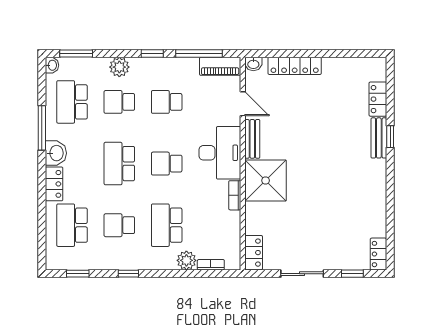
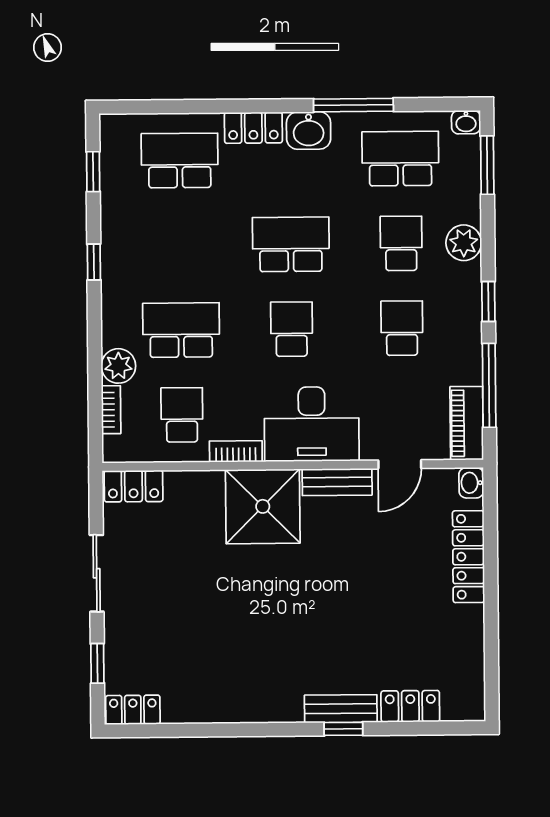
school desk: (119, 225) -> (182, 415), moved

